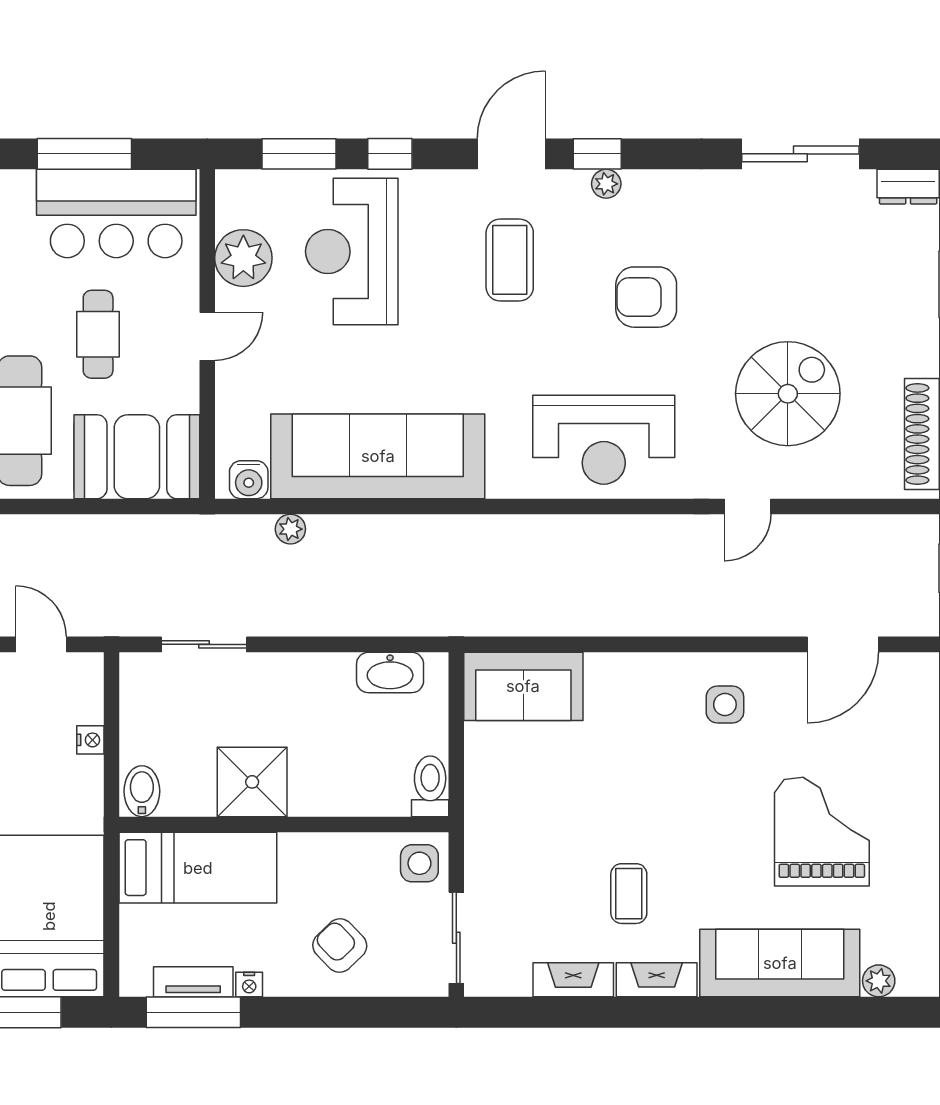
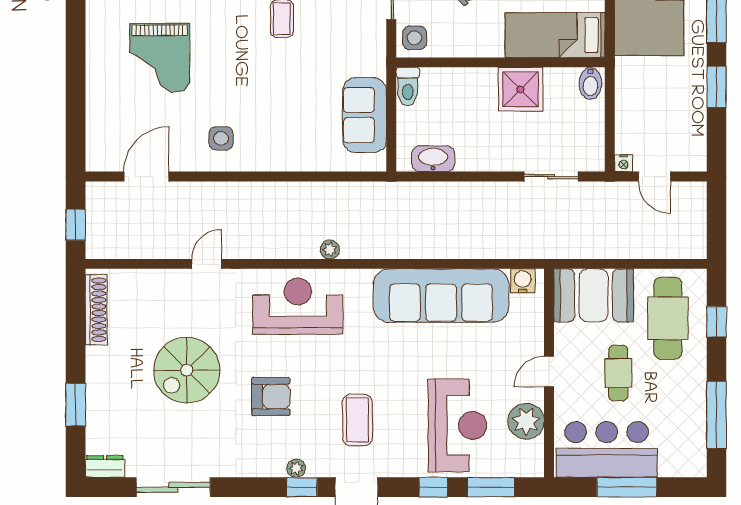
spiral stairs: (788, 394) -> (187, 370), moved
plant: (290, 529) -> (330, 250), moved
sofa: (523, 686) -> (365, 115), moved, turned -90
nightstand: (90, 740) -> (624, 163), moved, turned -90

